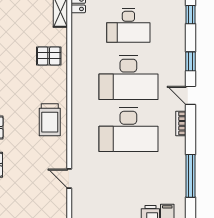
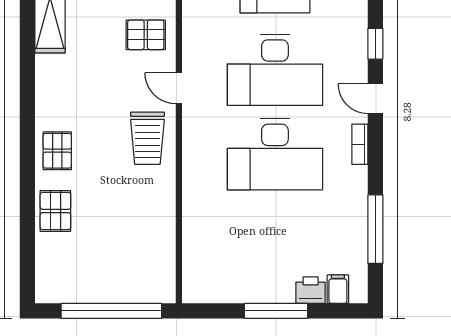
door: (69, 179) -> (179, 88), moved

